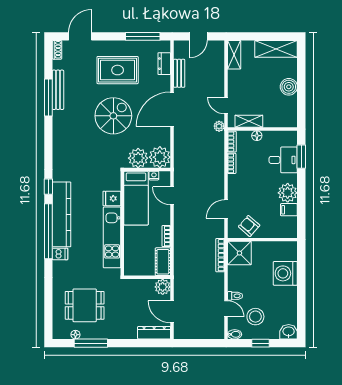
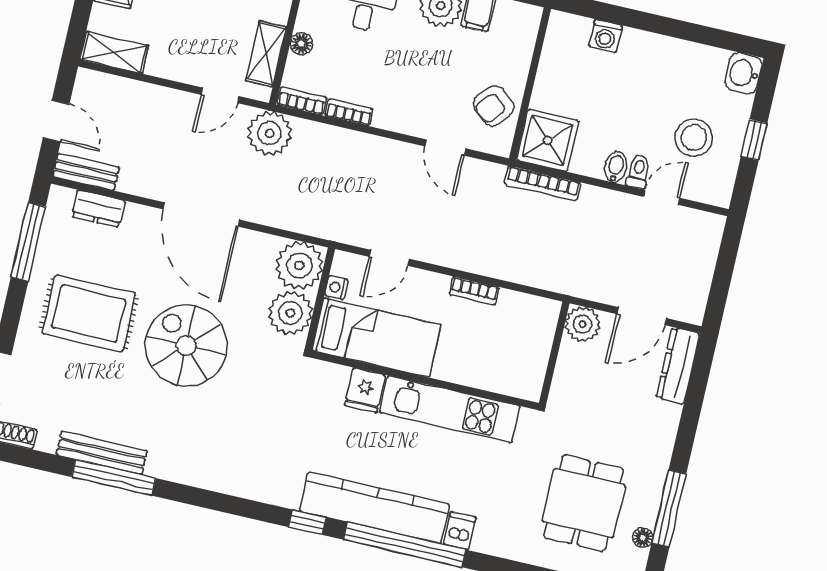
rug: (118, 70) -> (89, 313), turned 90
bench: (179, 73) -> (86, 172), moved
plant: (219, 126) -> (270, 133), width x1.88, depth x1.88
cot: (163, 262) -> (528, 311), removed
washing machine: (285, 273) -> (605, 36), width x0.53, depth x0.53
bidet: (235, 334) -> (616, 167), moved

